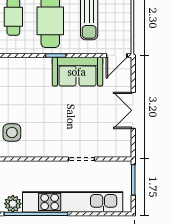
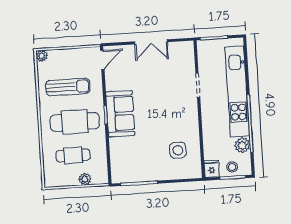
door: (117, 55) -> (102, 60), hinge flipped
sofa: (77, 72) -> (120, 114), moved

